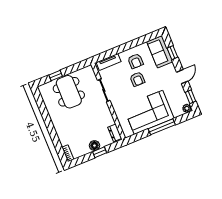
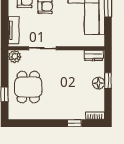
plant: (88, 71) -> (15, 56), added
dining table: (69, 92) -> (28, 87), width x0.73
window: (55, 140) -> (75, 123), added

